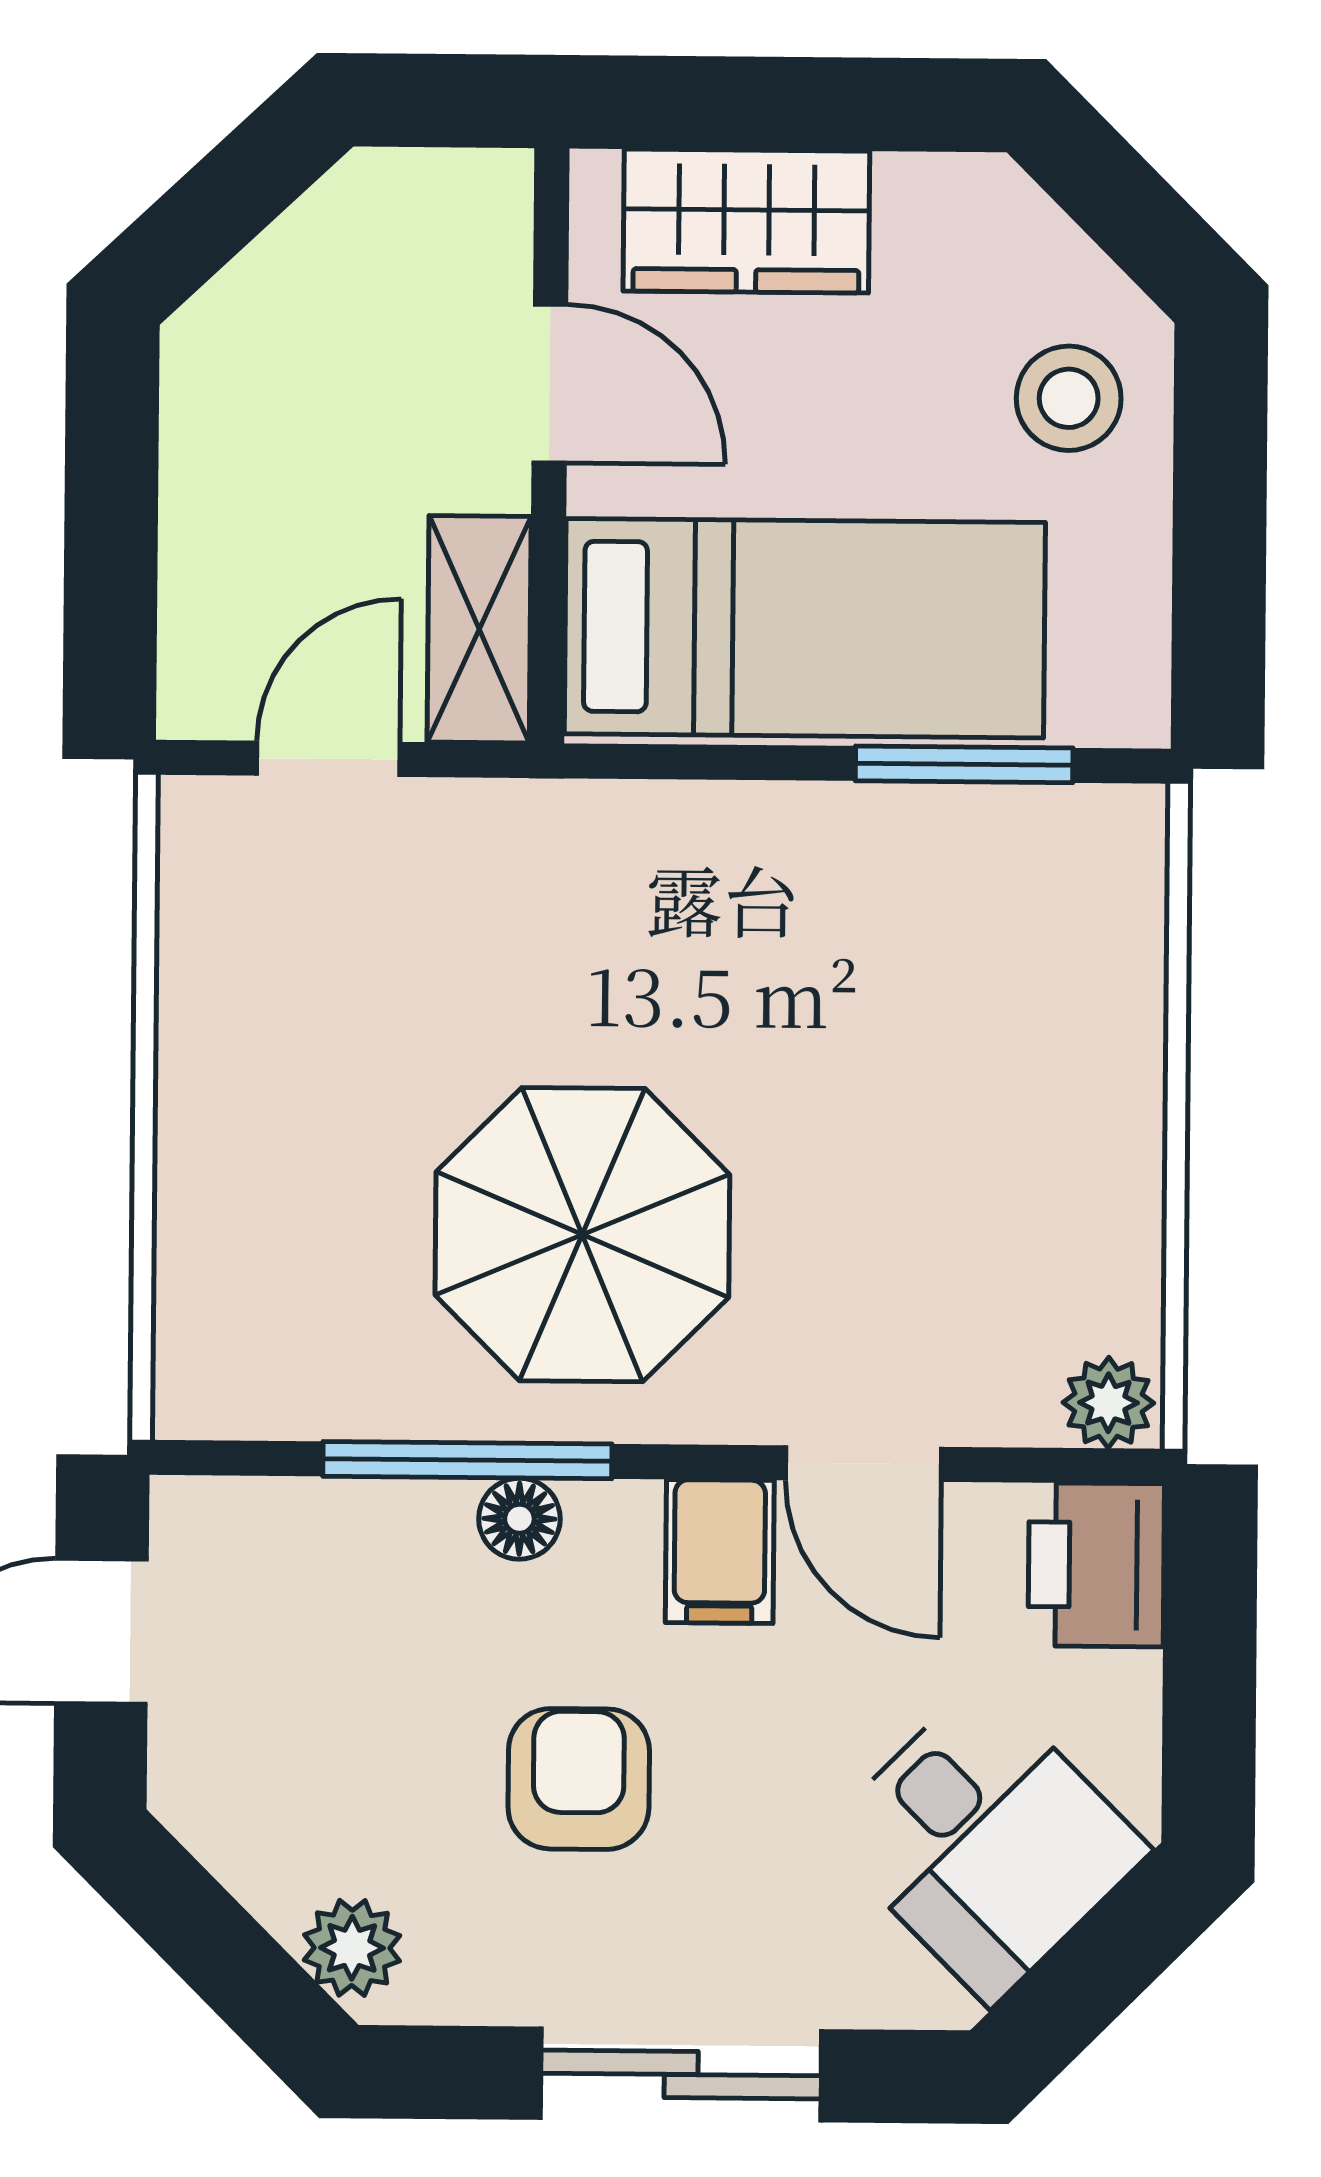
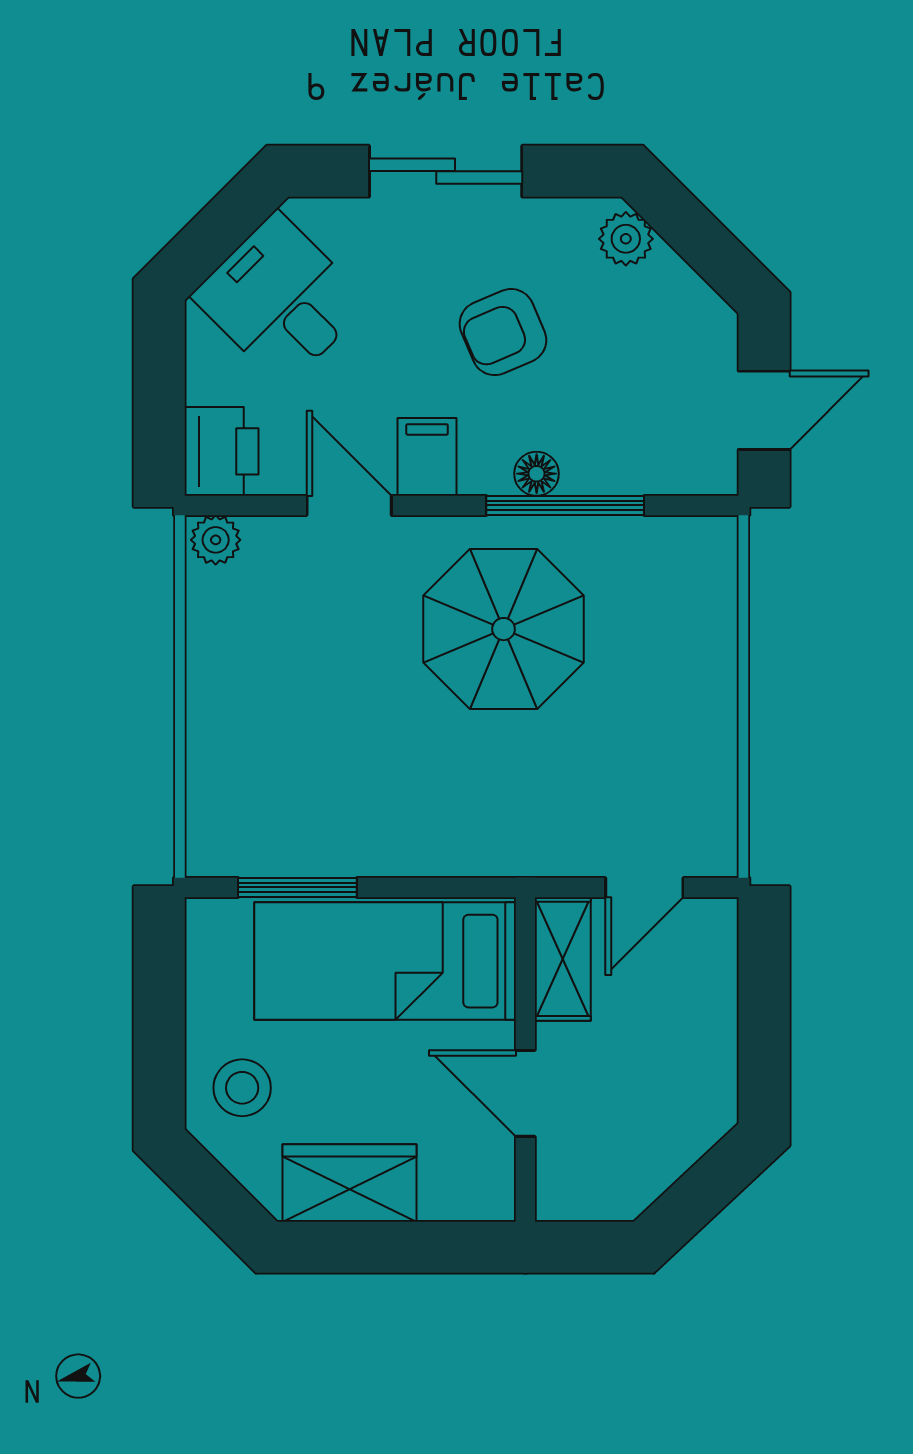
wardrobe: (746, 221) -> (350, 1183), moved
armchair: (579, 1779) -> (503, 332), turned 67

